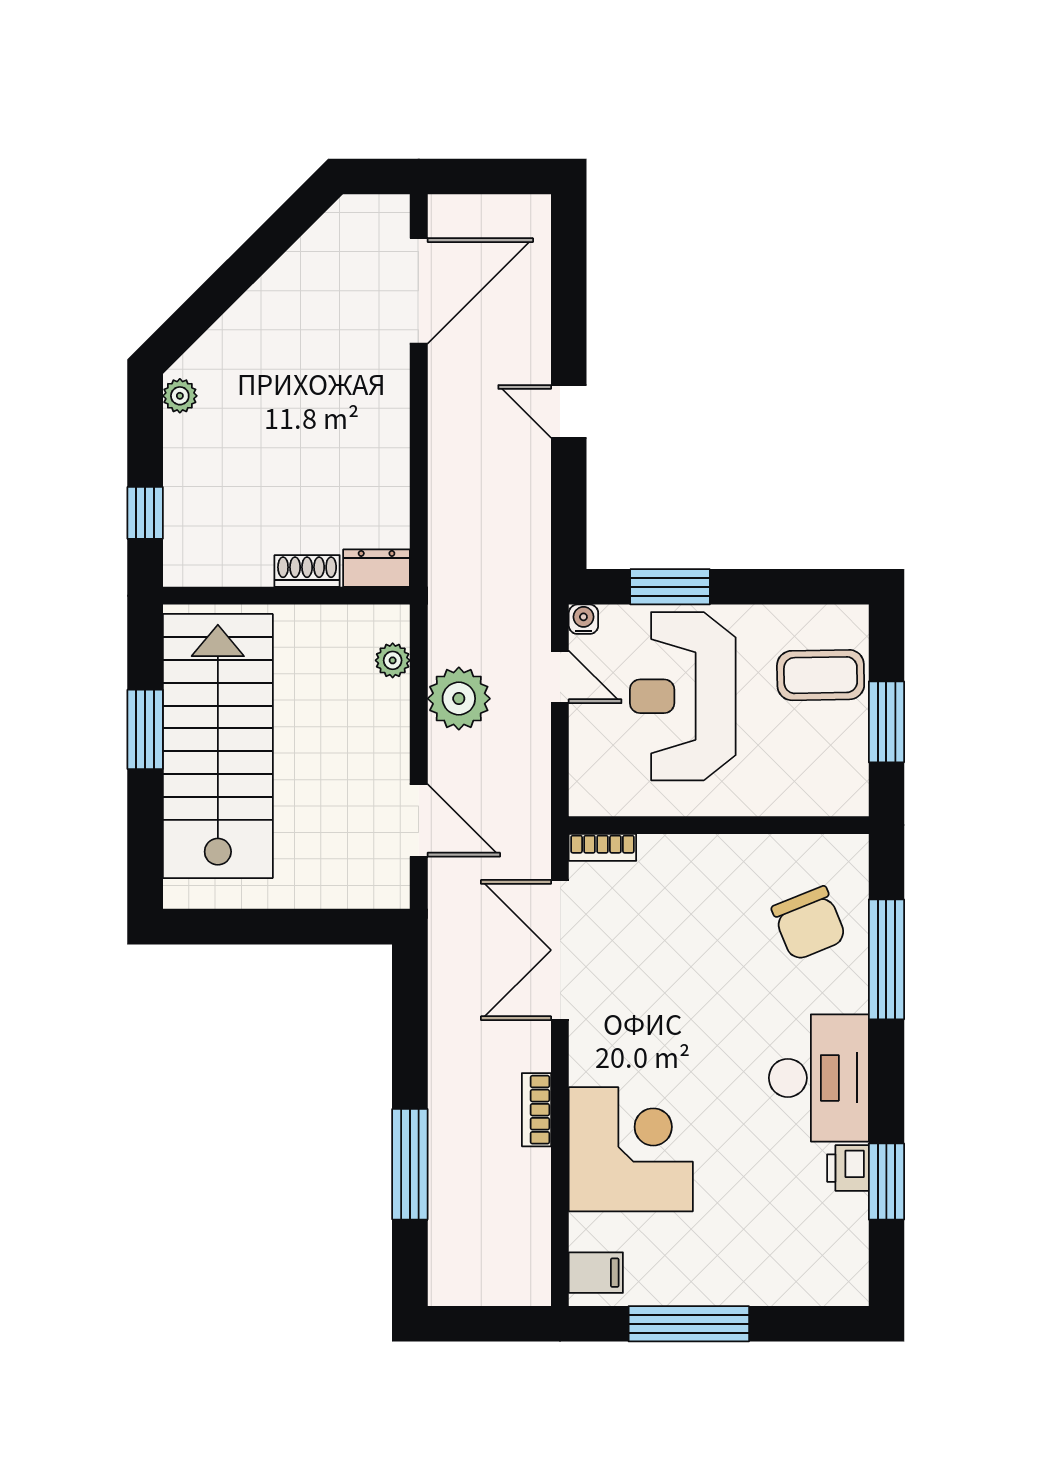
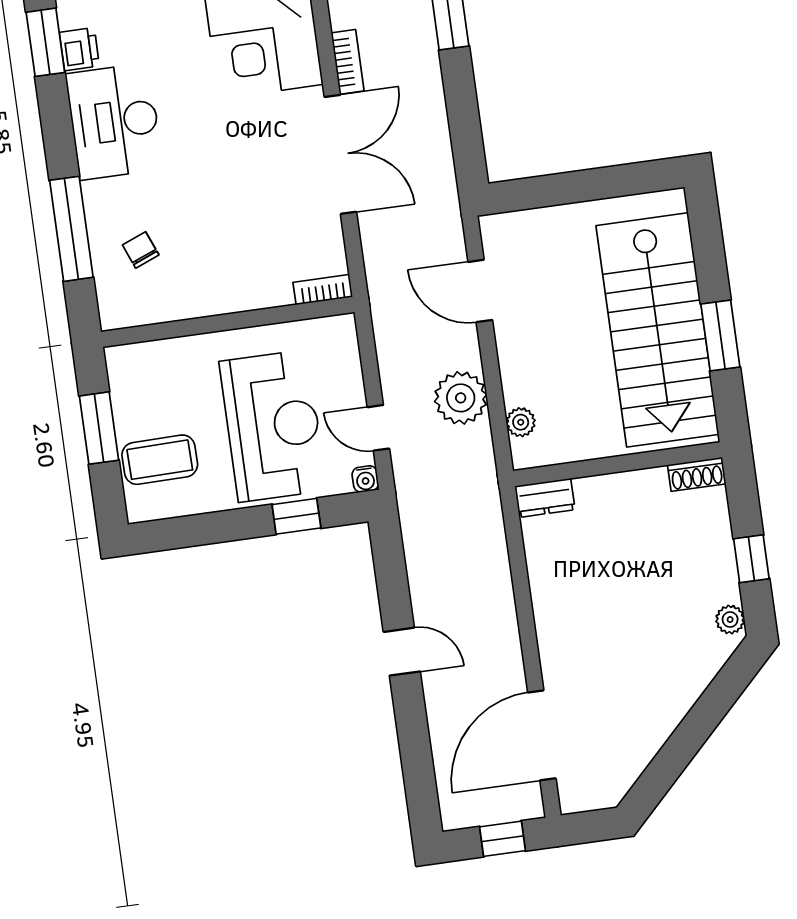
window: (481, 176) -> (503, 839), added
window: (145, 513) -> (751, 559), moved
shoe rack: (307, 571) -> (697, 474), moved
window: (670, 587) -> (296, 516), width x0.67
chair: (809, 923) -> (141, 250), width x0.54, depth x0.54
double door: (560, 950) -> (340, 154), moved

